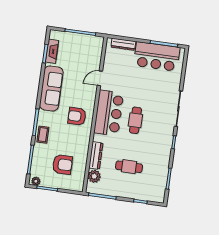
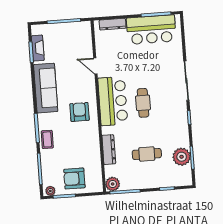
door: (100, 78) -> (95, 66), hinge flipped
armchair: (77, 116) -> (79, 112), turned 90
armchair: (62, 165) -> (74, 179), moved, turned 180
plant: (94, 176) -> (113, 184), moved
plant: (159, 176) -> (182, 157), added

